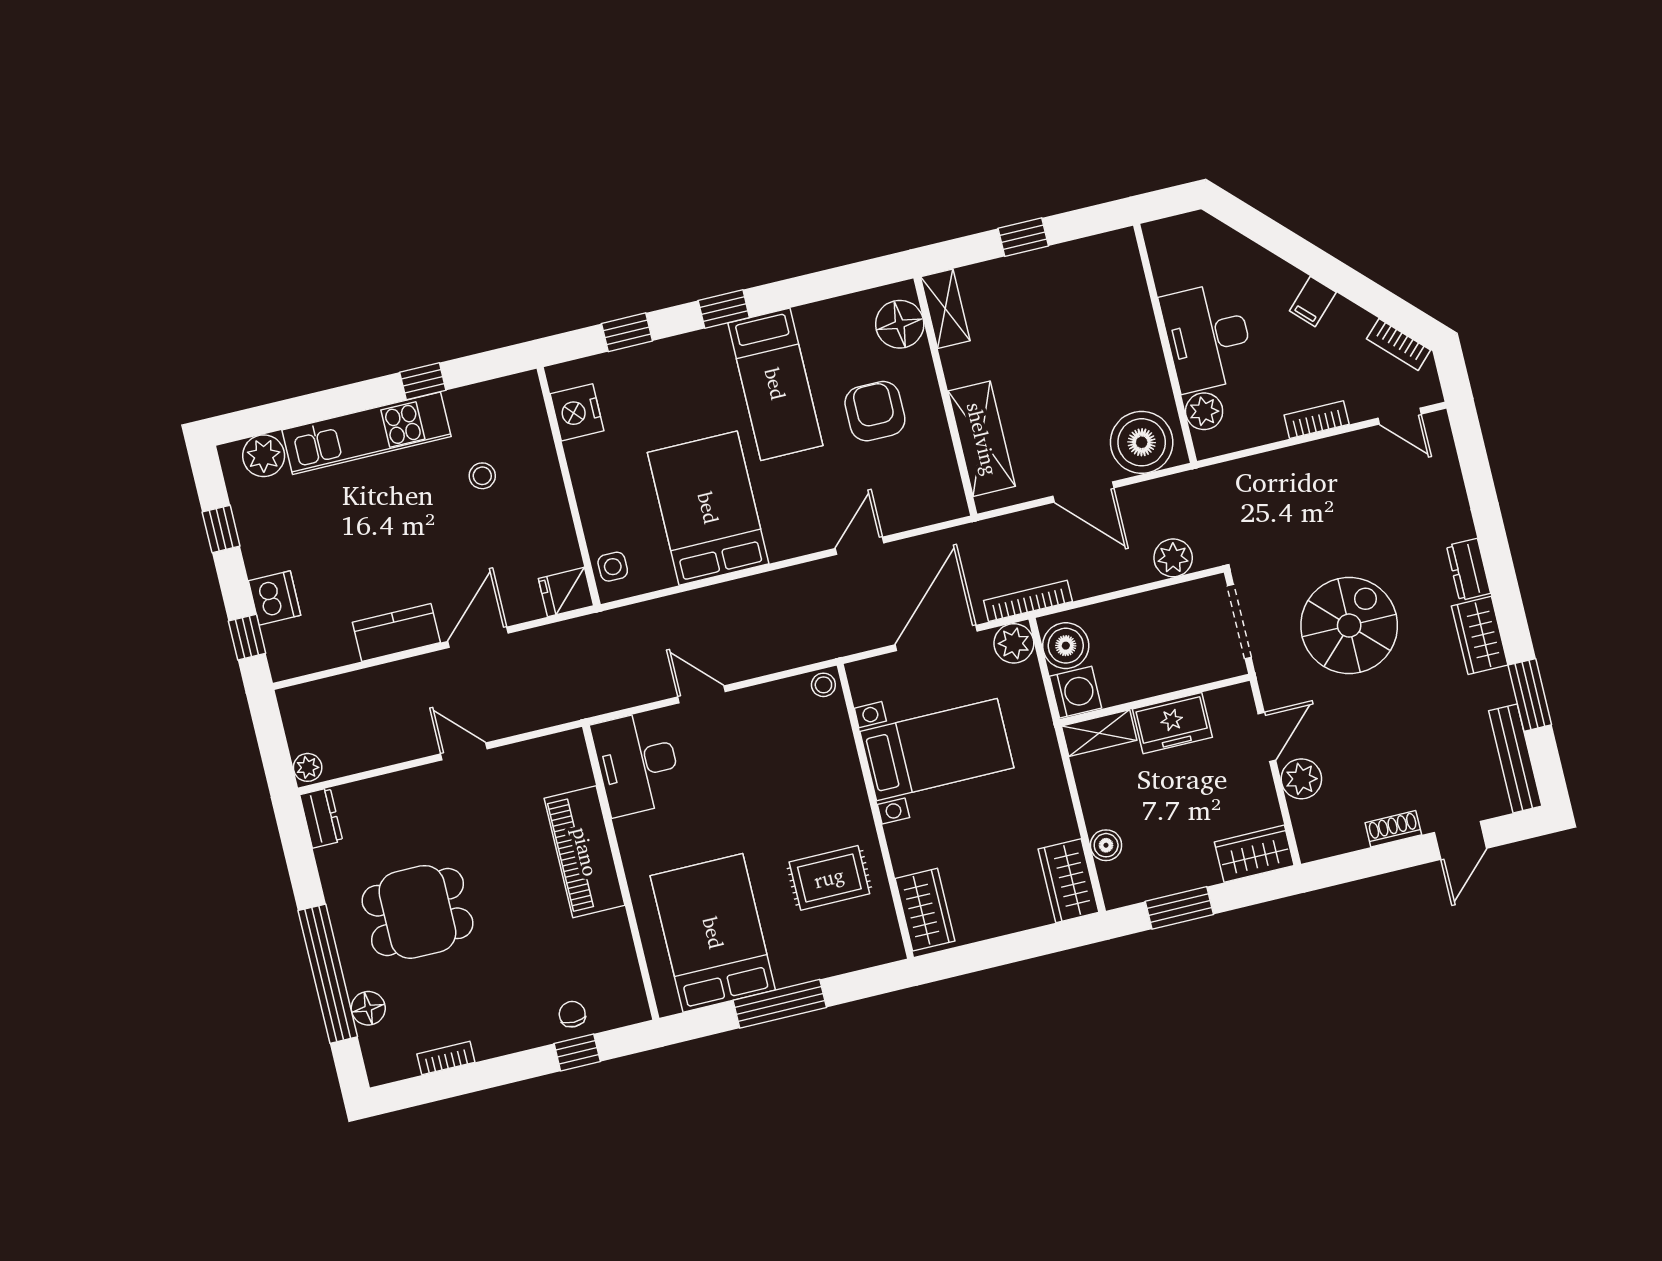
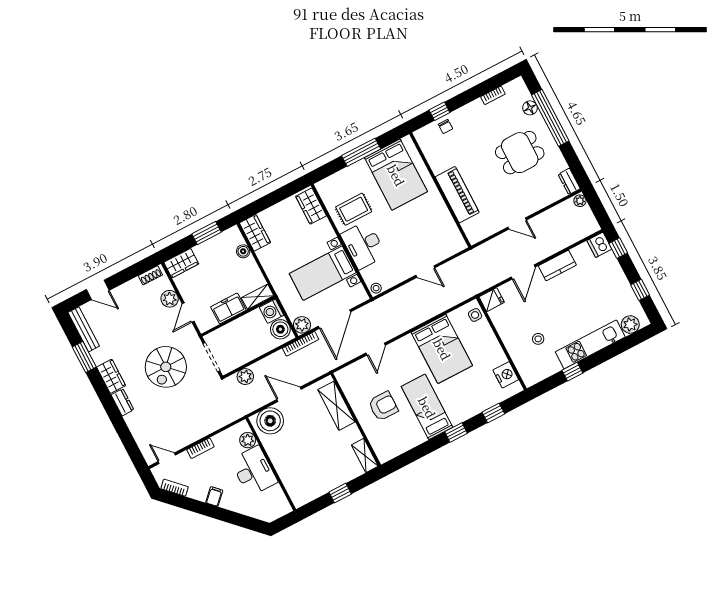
floor lamp: (900, 324) -> (382, 444), removed
armchair: (875, 411) -> (383, 406), turned -90
dishwasher: (275, 598) -> (599, 245), moved
desk: (637, 763) -> (363, 245), moved, turned 180
shoe rack: (1393, 829) -> (150, 275), moved
door: (1460, 840) -> (98, 290), swing flipped

